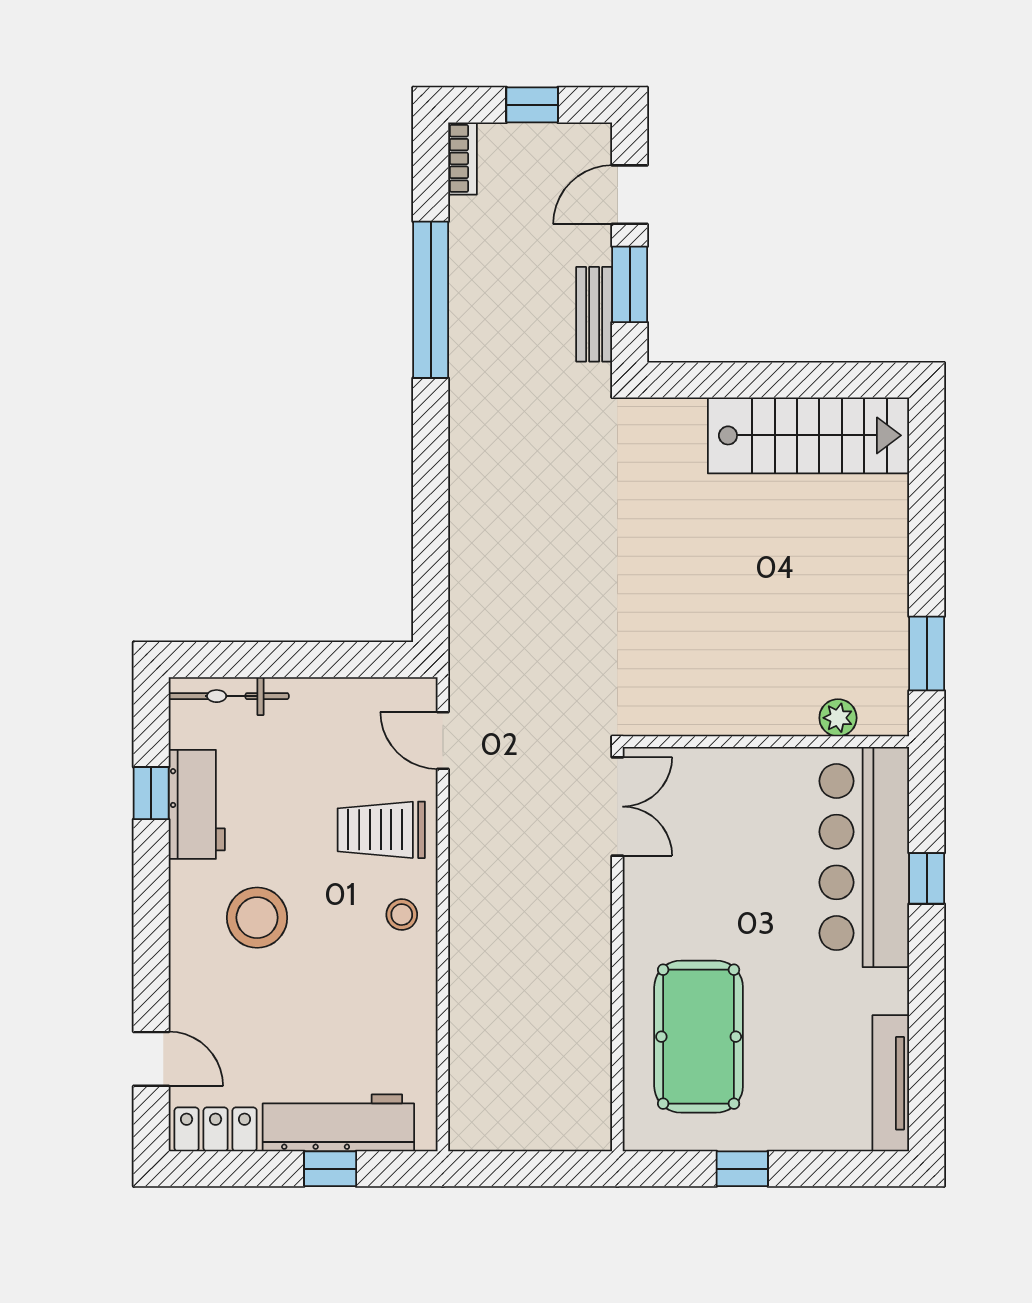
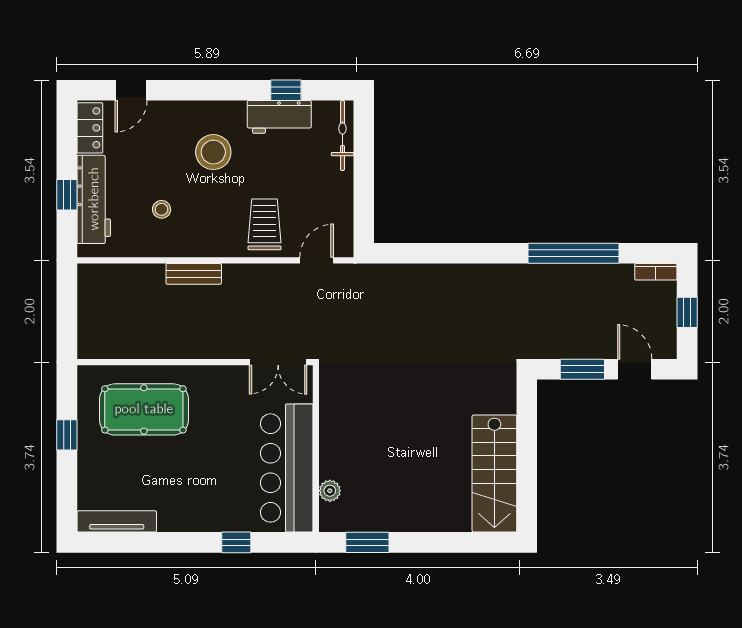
bench: (594, 314) -> (194, 274), moved
bar counter: (864, 857) -> (287, 468), moved, turned -90
stool: (402, 915) -> (162, 209), moved

